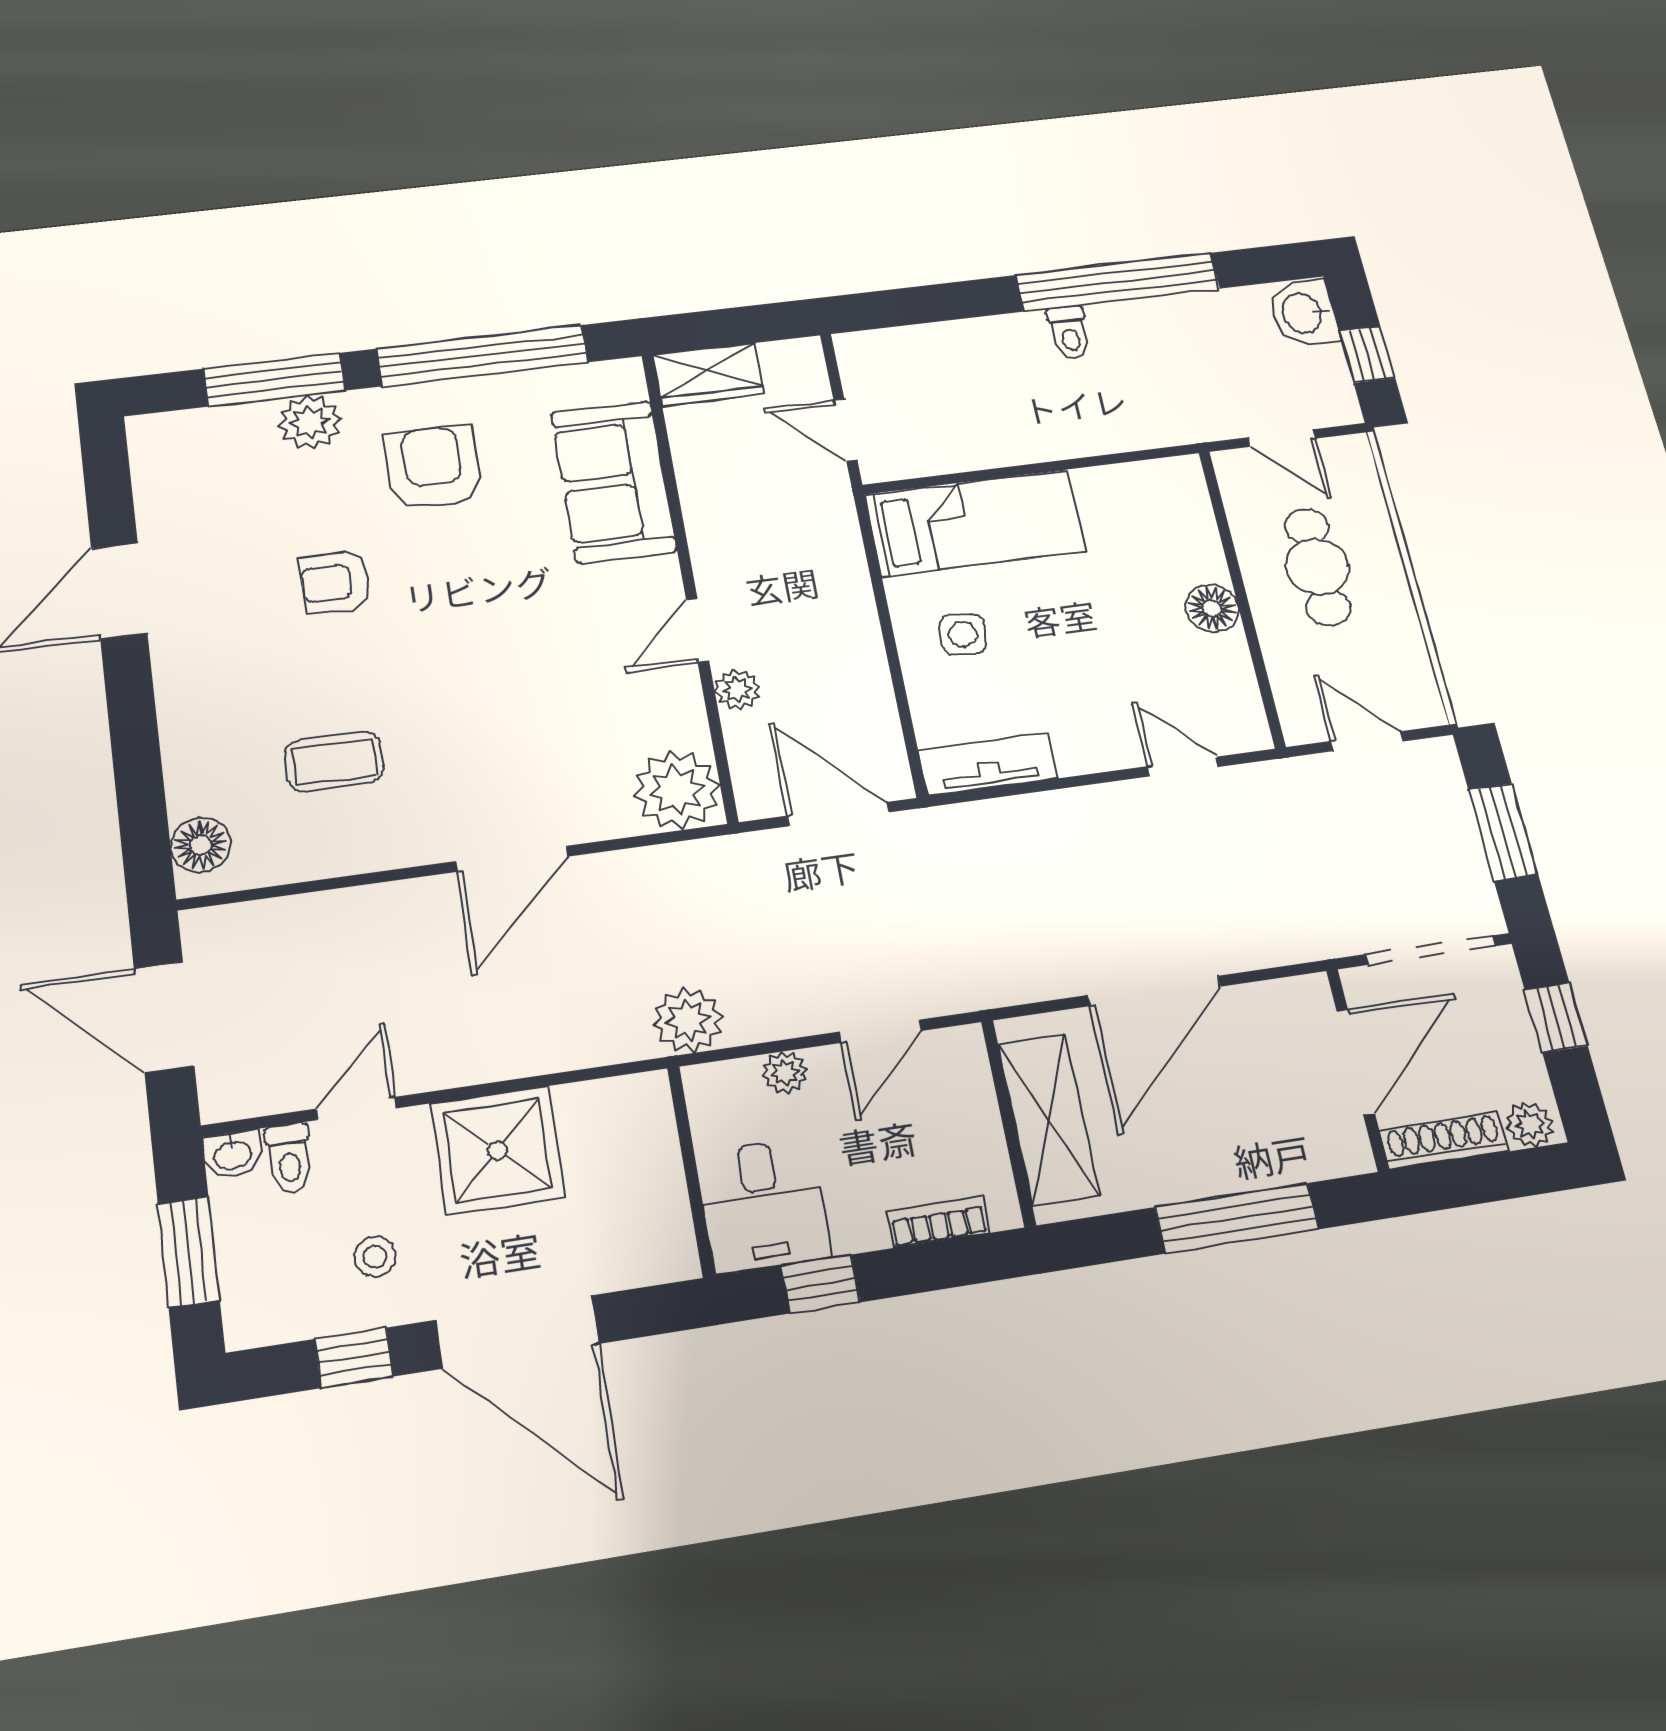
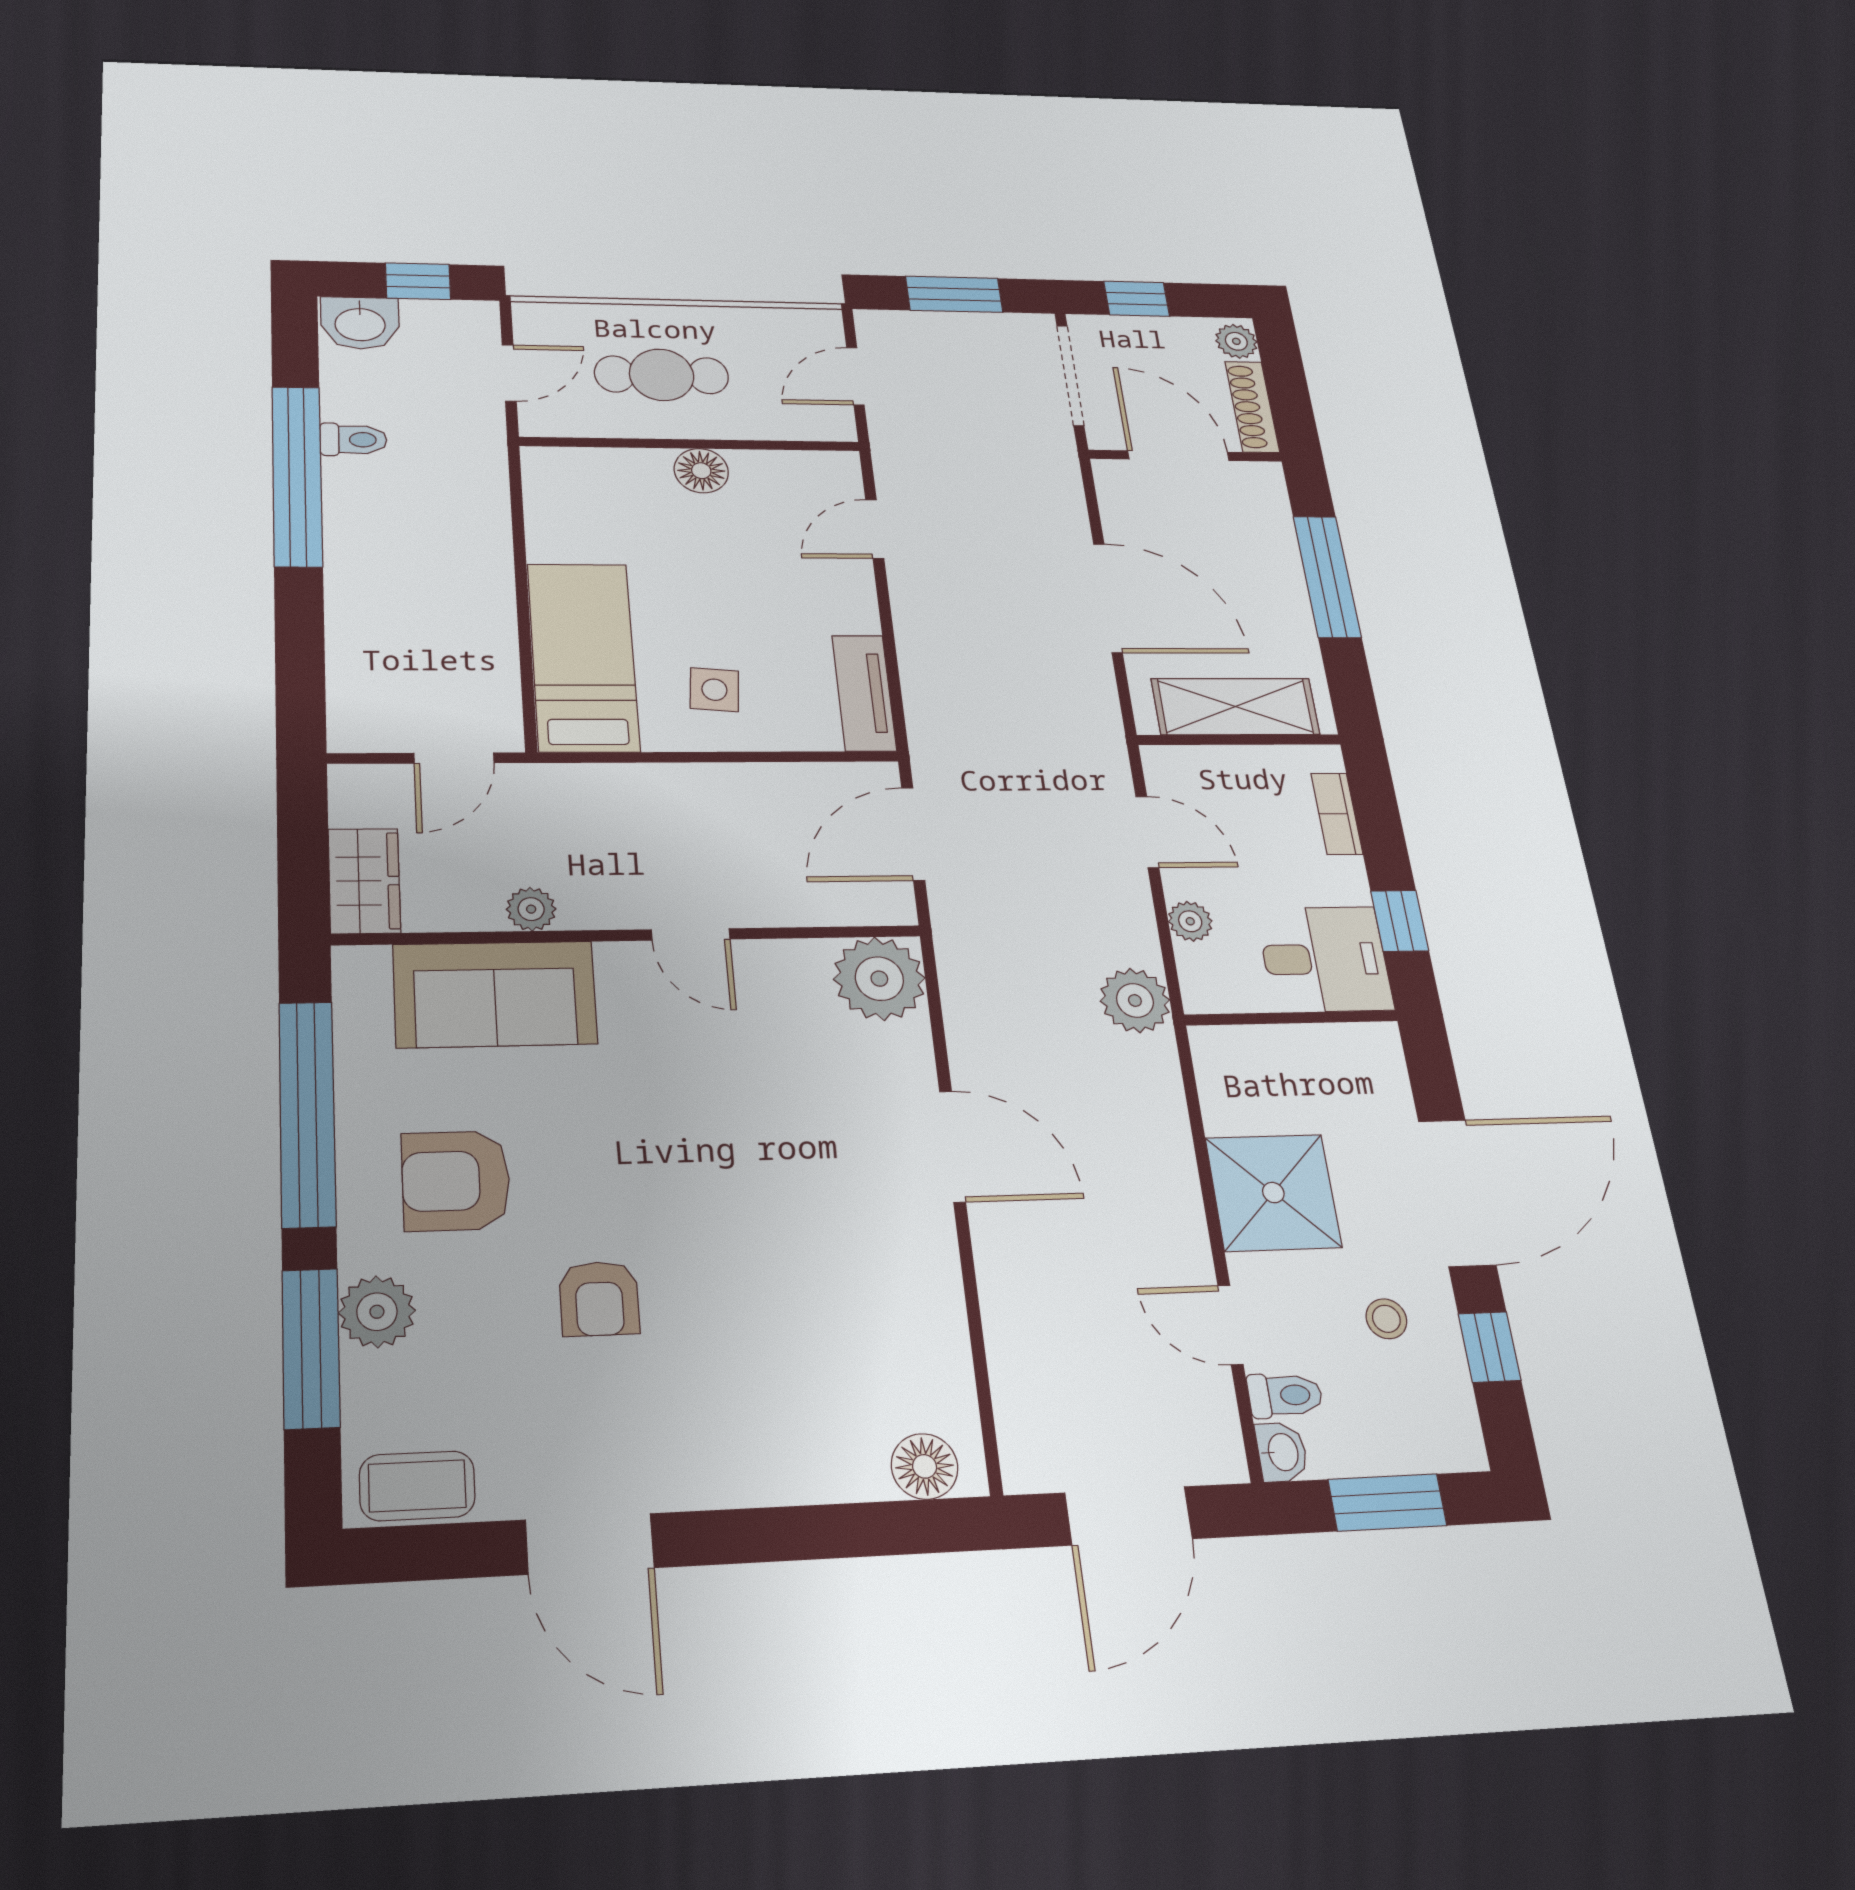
toilet: (1069, 333) -> (354, 440), moved
plant: (737, 690) -> (531, 909), moved
coffee table: (334, 762) -> (417, 1486), moved, turned 90

